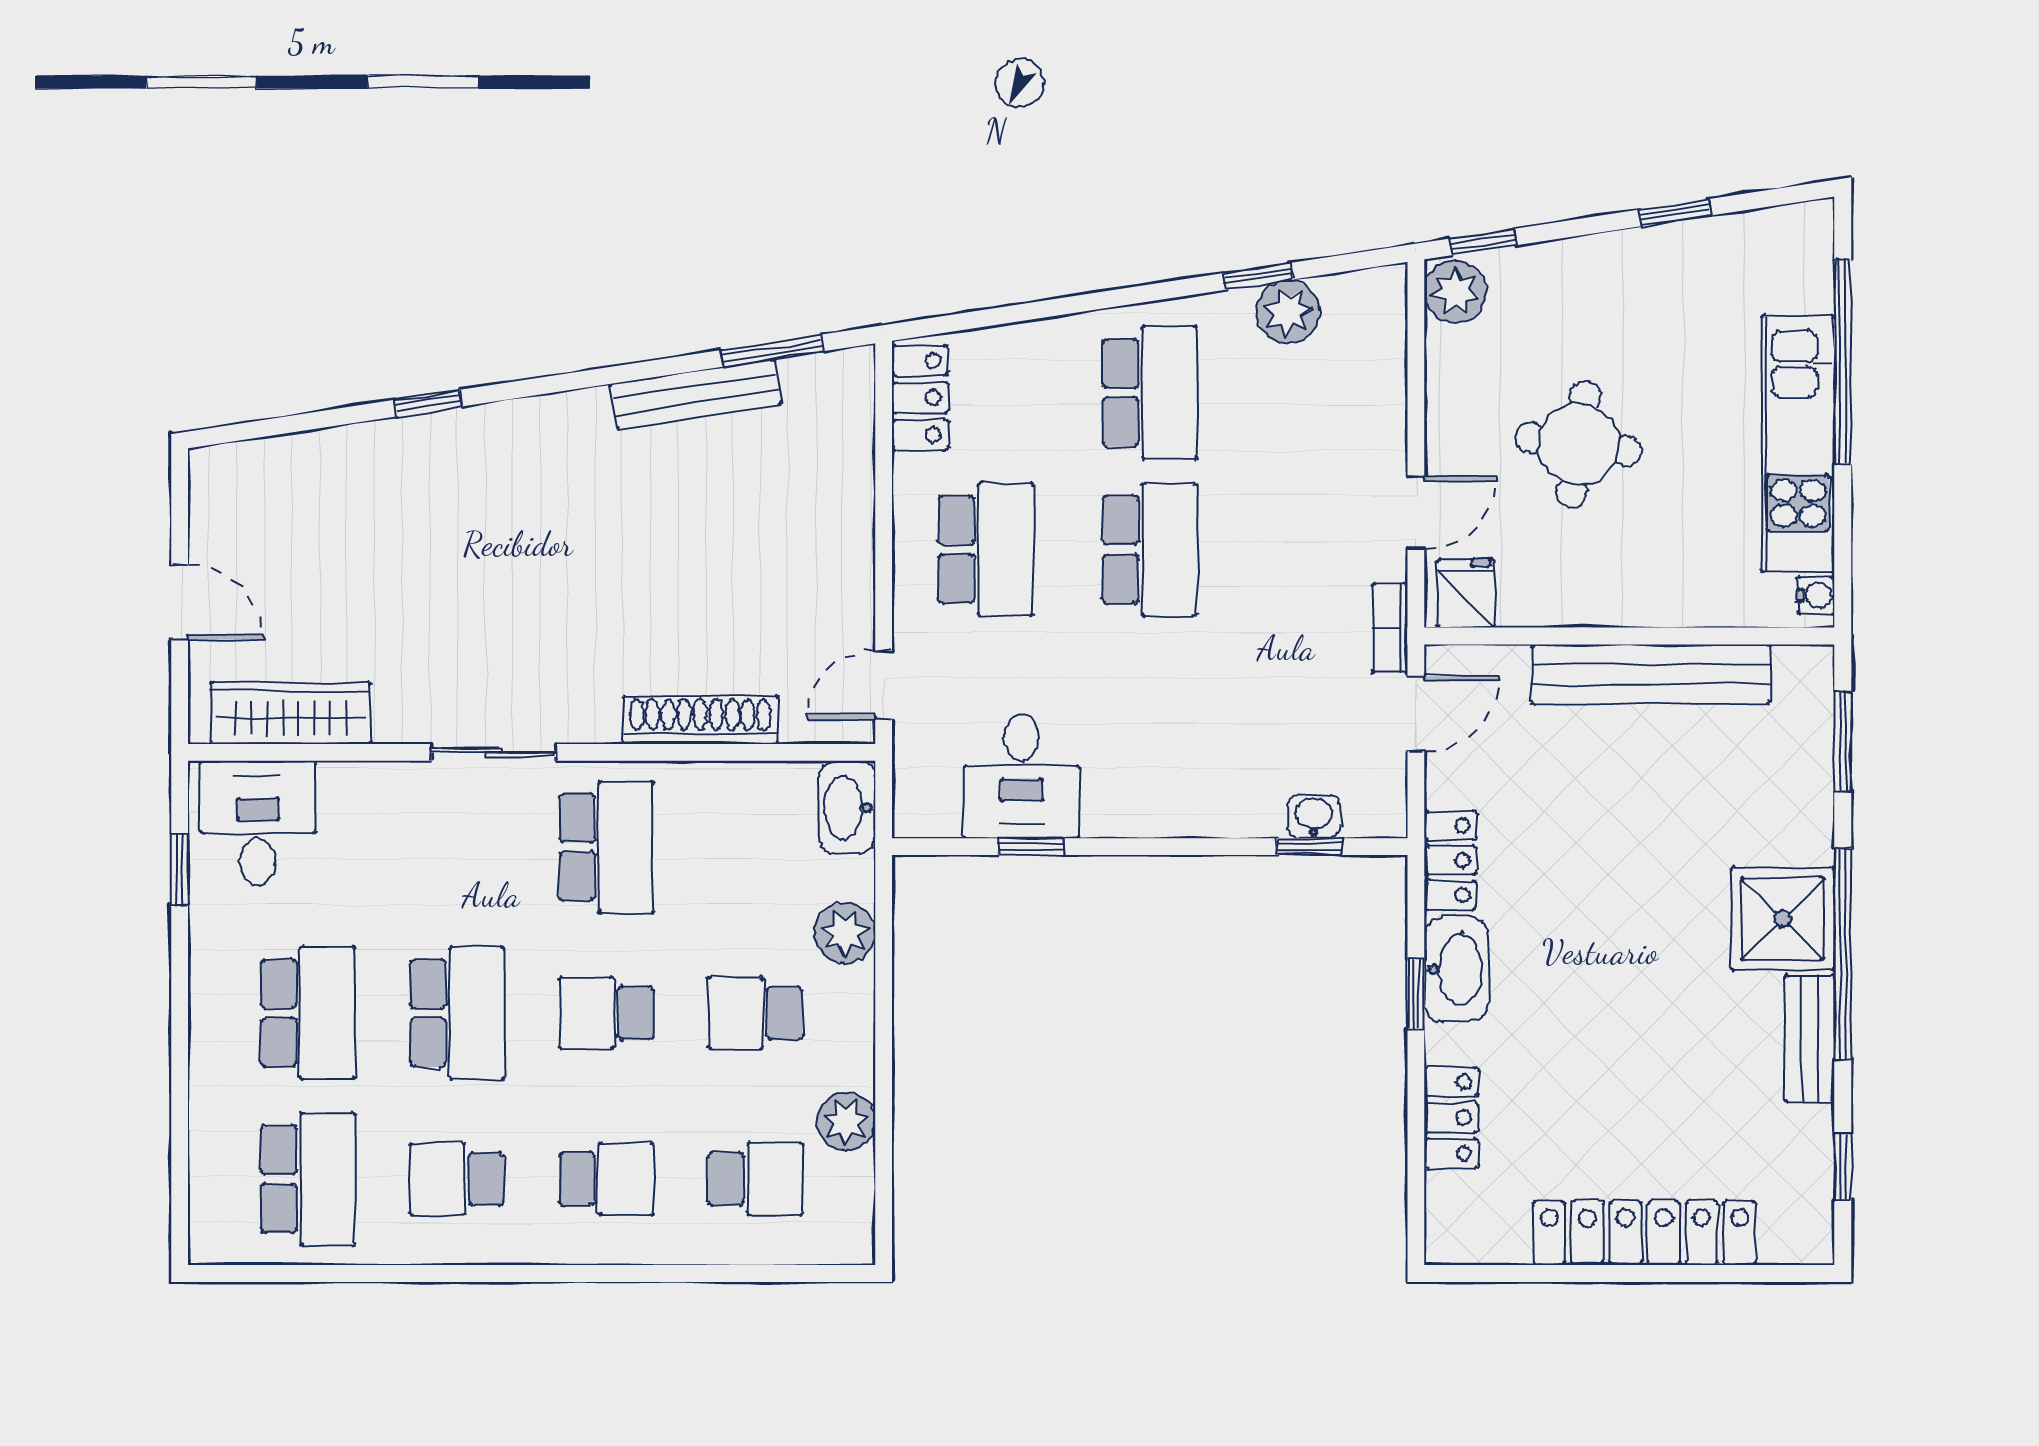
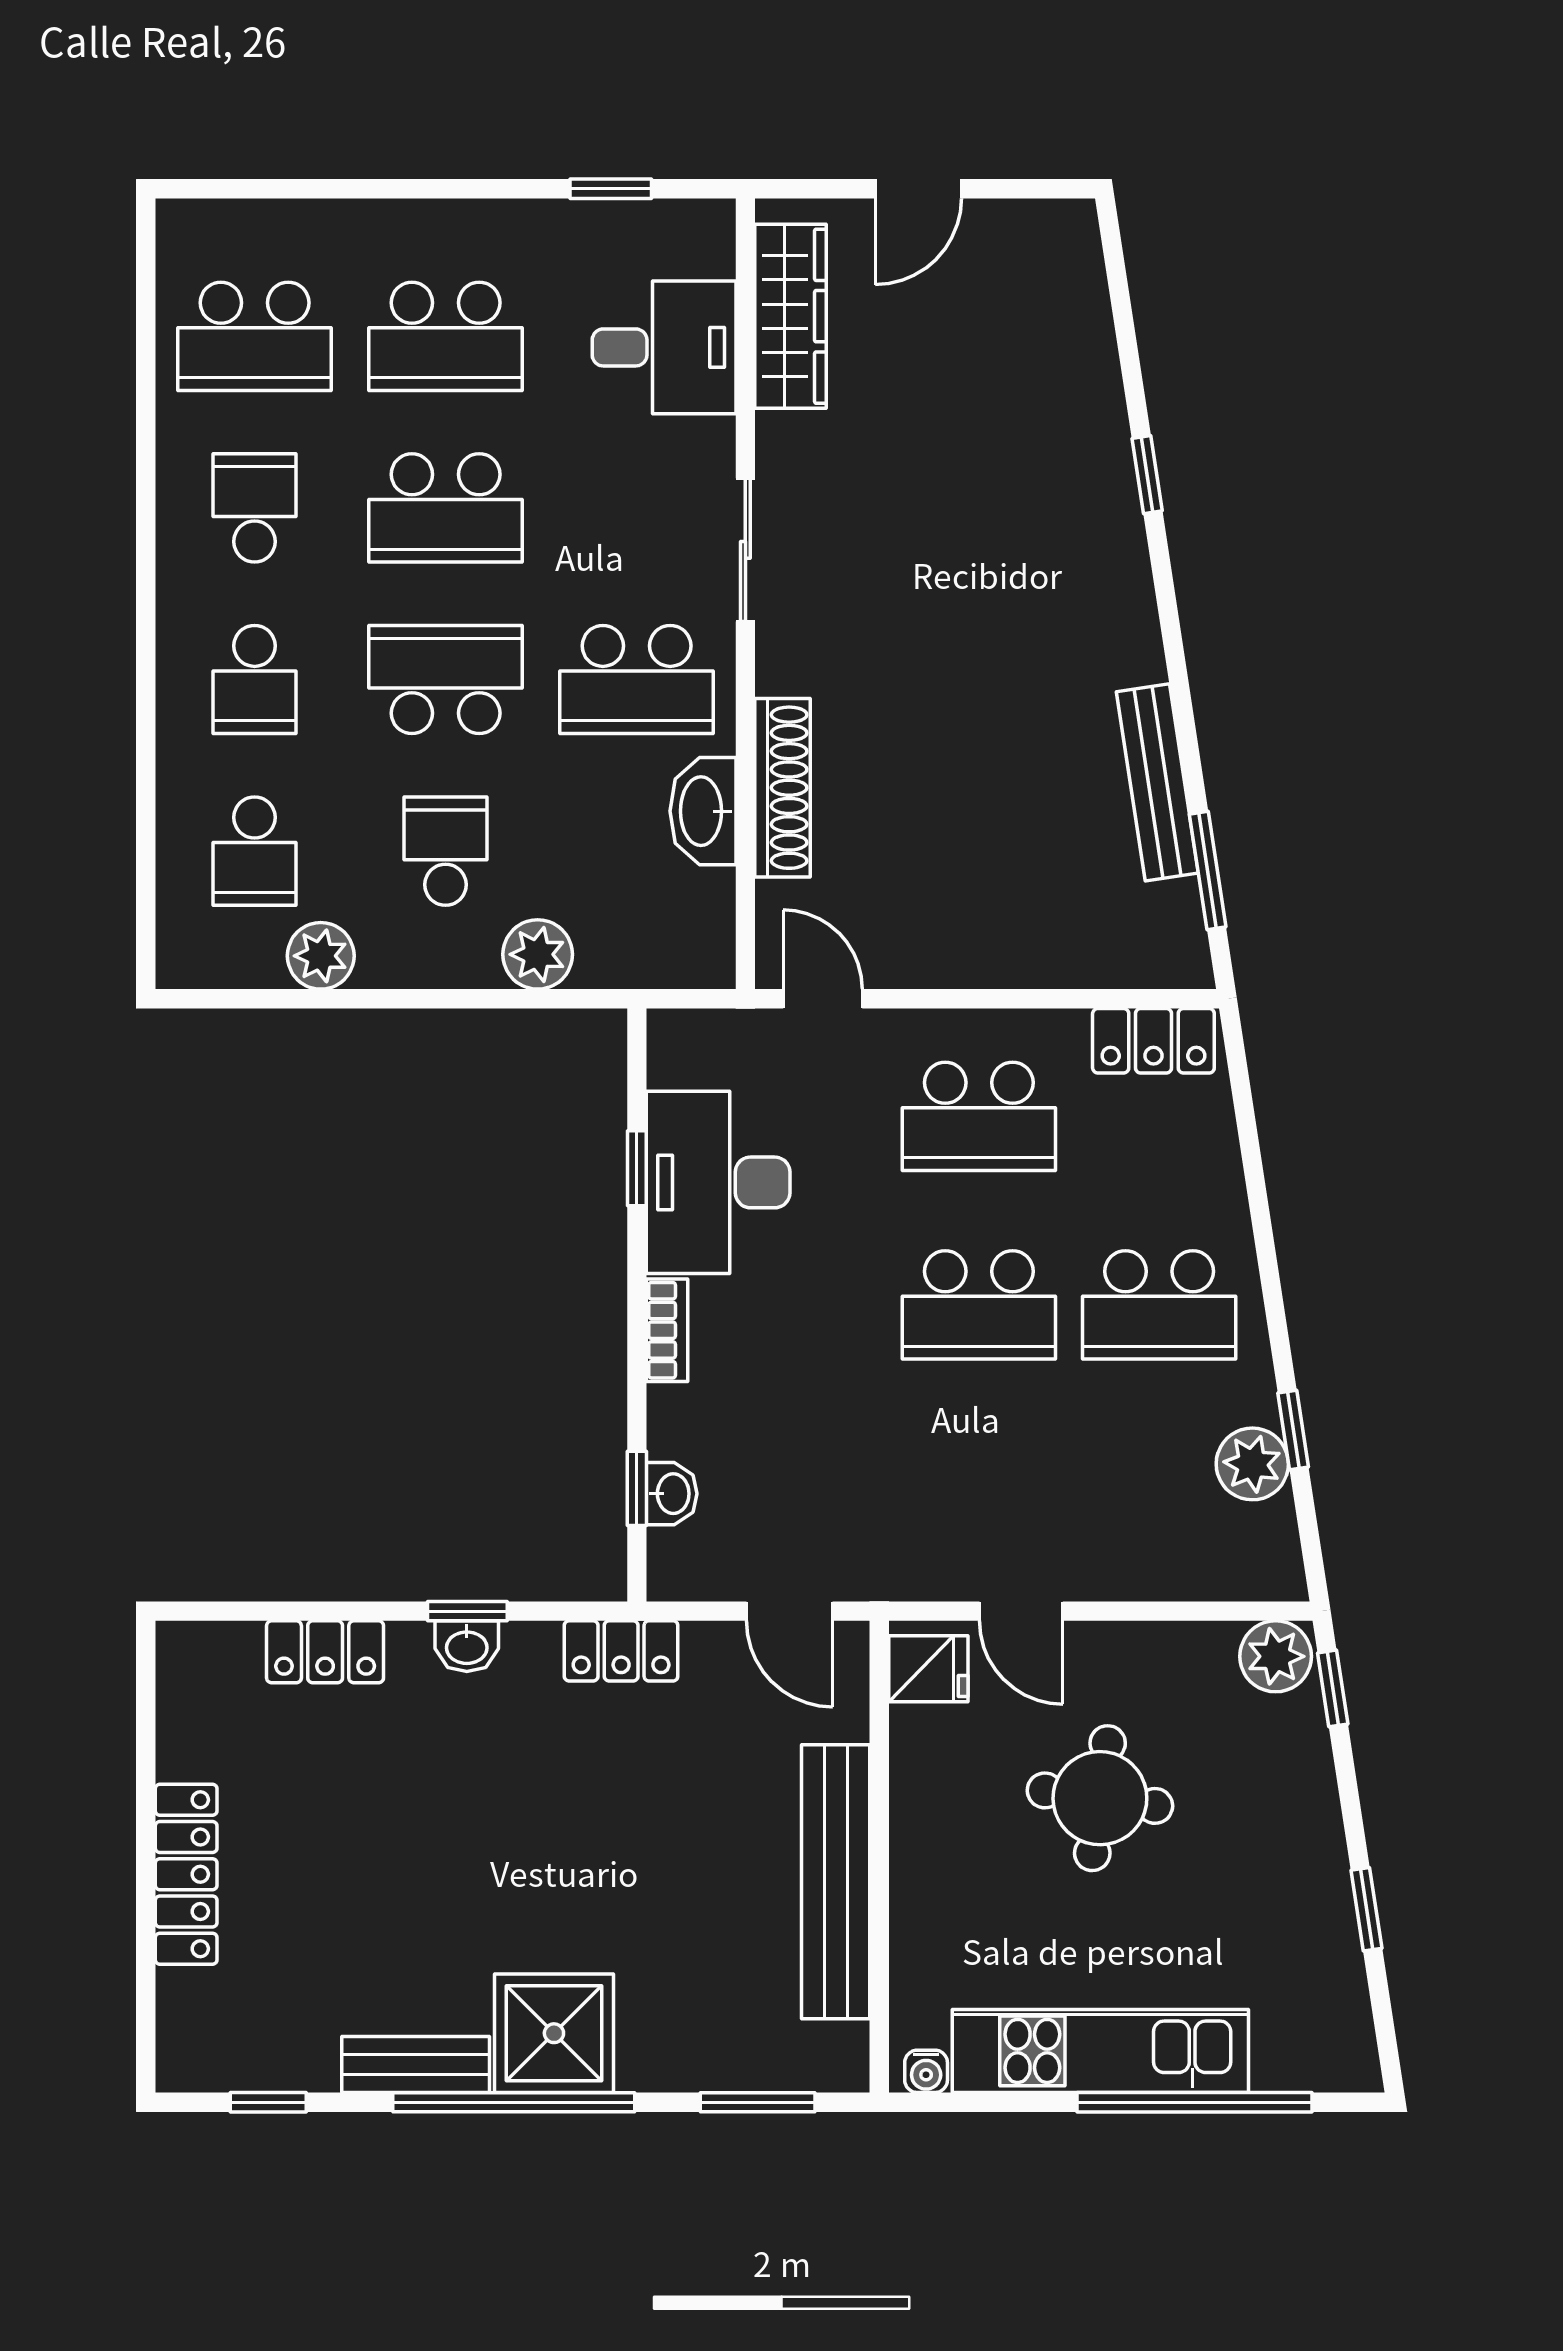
bookcase: (1390, 628) -> (667, 1330), moved, turned 90
desk: (1022, 776) -> (718, 1182), width x1.37
washbasin: (847, 807) -> (703, 811), moved, turned -90
desk: (258, 823) -> (664, 347), moved
washbasin: (1456, 969) -> (467, 1646), width x0.52, depth x0.69
school desk: (606, 1013) -> (446, 680), width x1.85
locker: (1645, 1233) -> (186, 1874), width x0.71, depth x0.83

